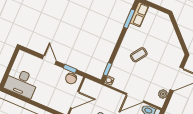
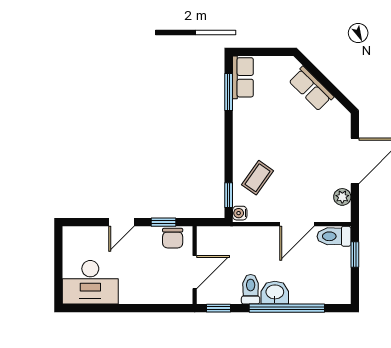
row of seats: (170, 34) -> (311, 89), added
coffee table: (139, 55) -> (257, 178), moved
door: (49, 60) -> (122, 222), swing flipped

